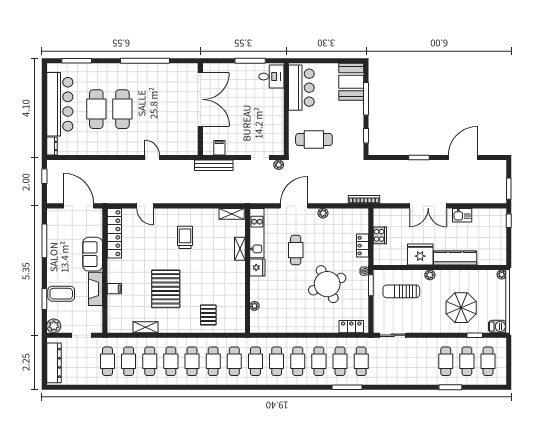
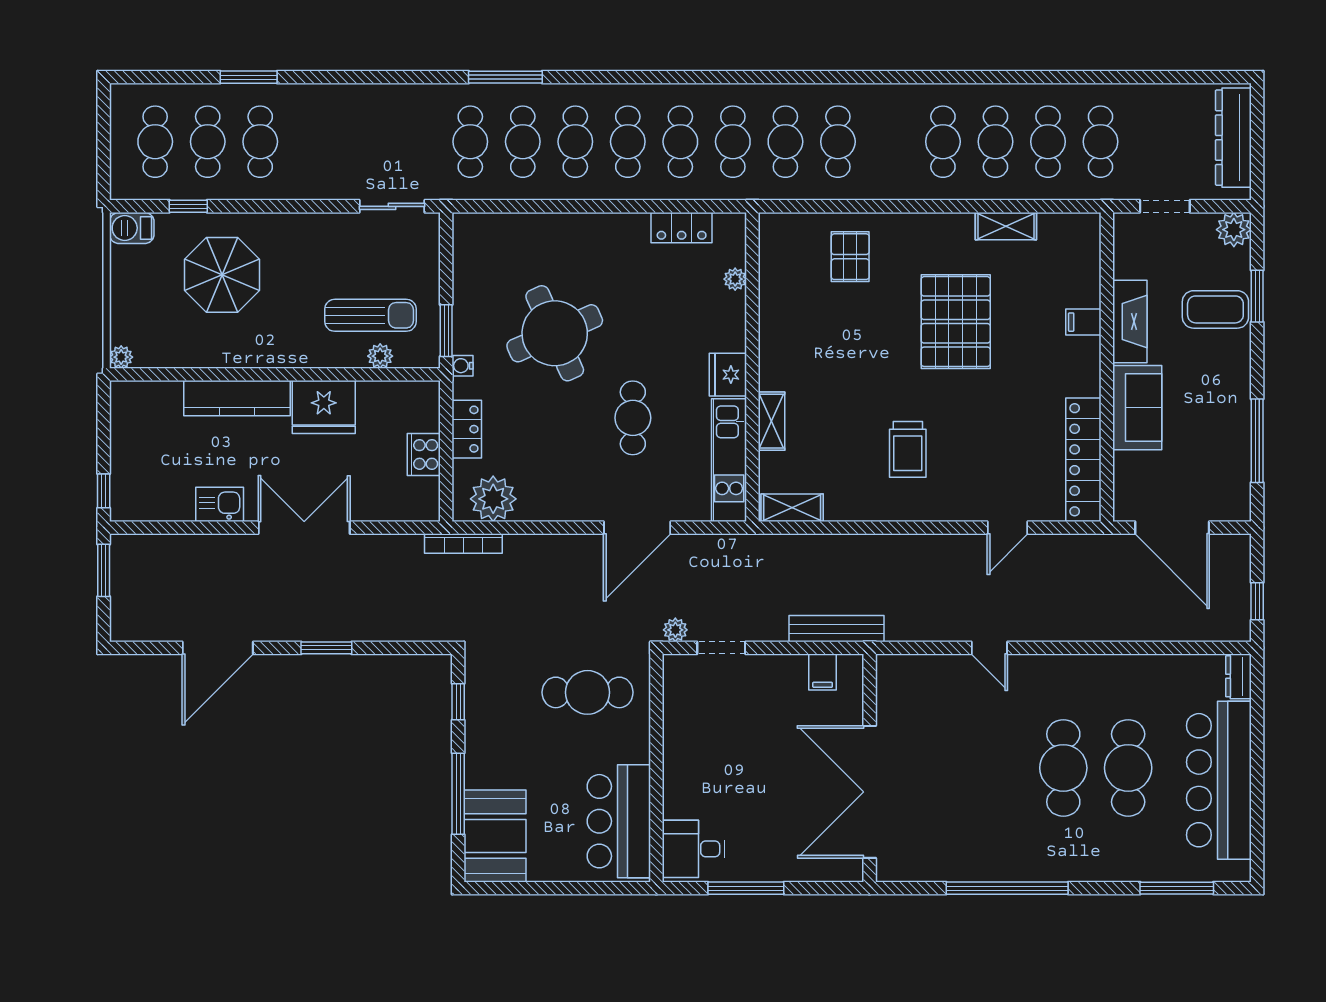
door: (145, 206) -> (1008, 528), swing flipped
plant: (323, 213) -> (493, 499), moved, width x1.88, depth x1.88
plant: (430, 275) -> (380, 356), moved
locker: (351, 327) -> (682, 228), moved
cafe table: (192, 361) -> (890, 142), removed

